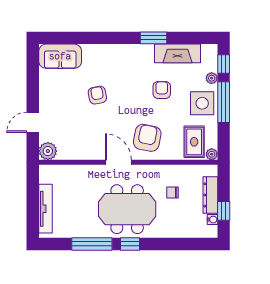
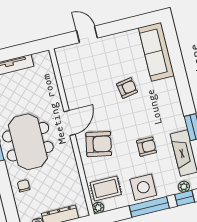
sofa: (60, 56) -> (156, 52), width x1.36
plant: (212, 78) -> (184, 187), moved
plant: (48, 151) -> (64, 55), removed
chair: (173, 193) -> (24, 186), moved

